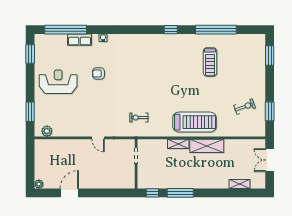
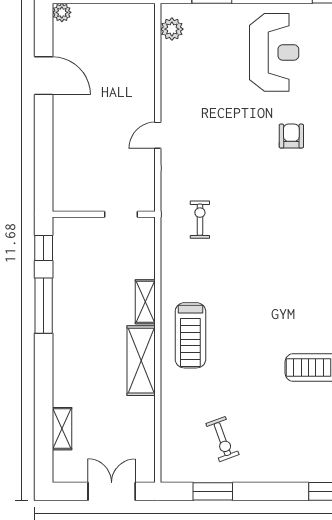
treadmill: (195, 122) -> (190, 335), width x0.73, depth x0.73

